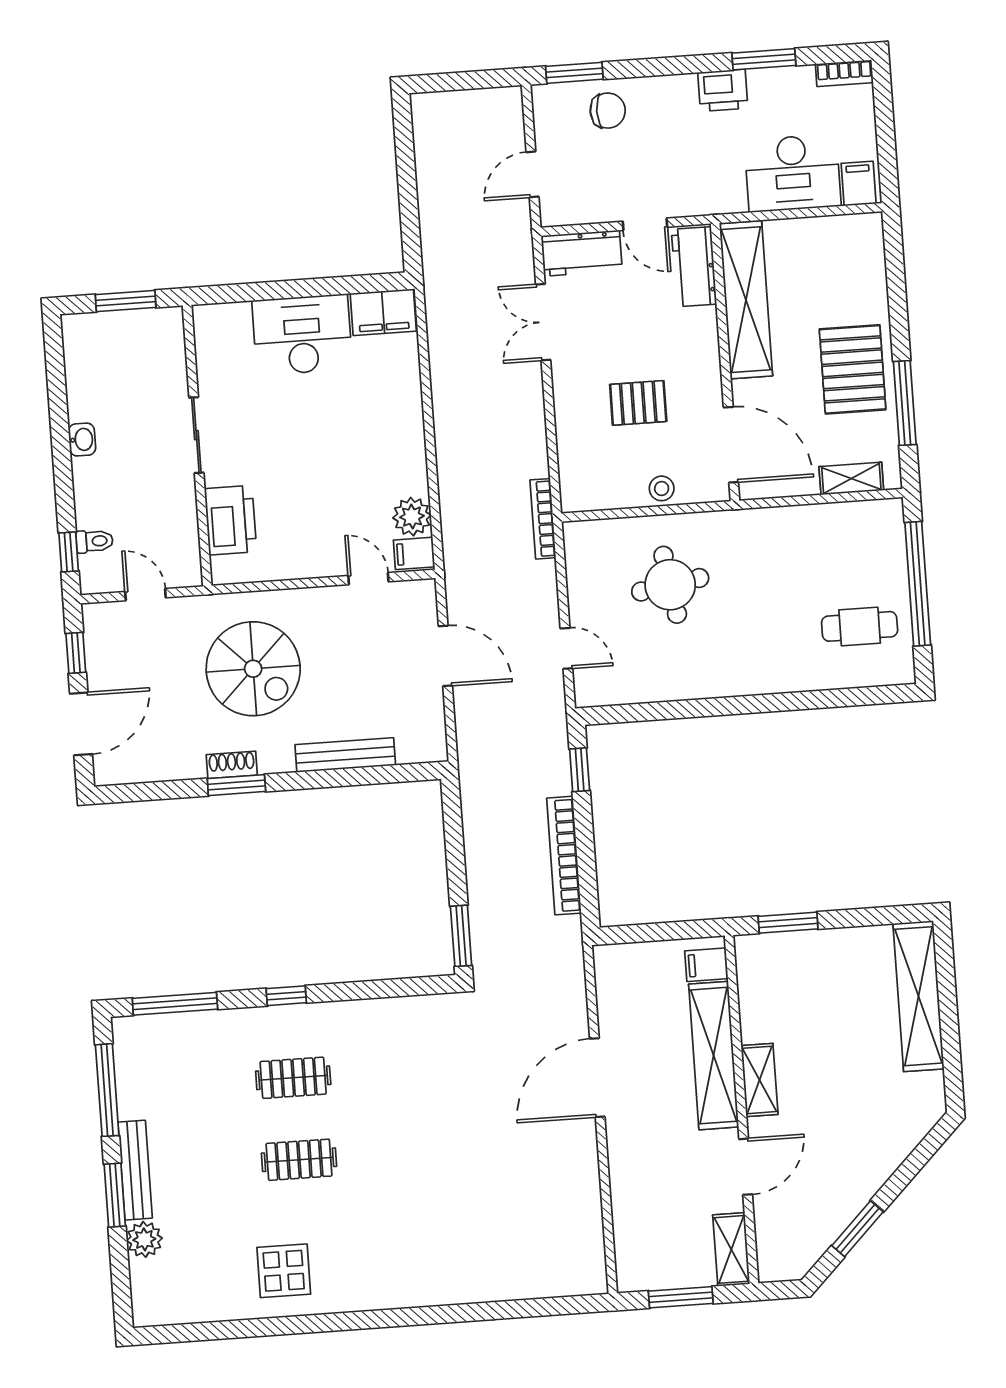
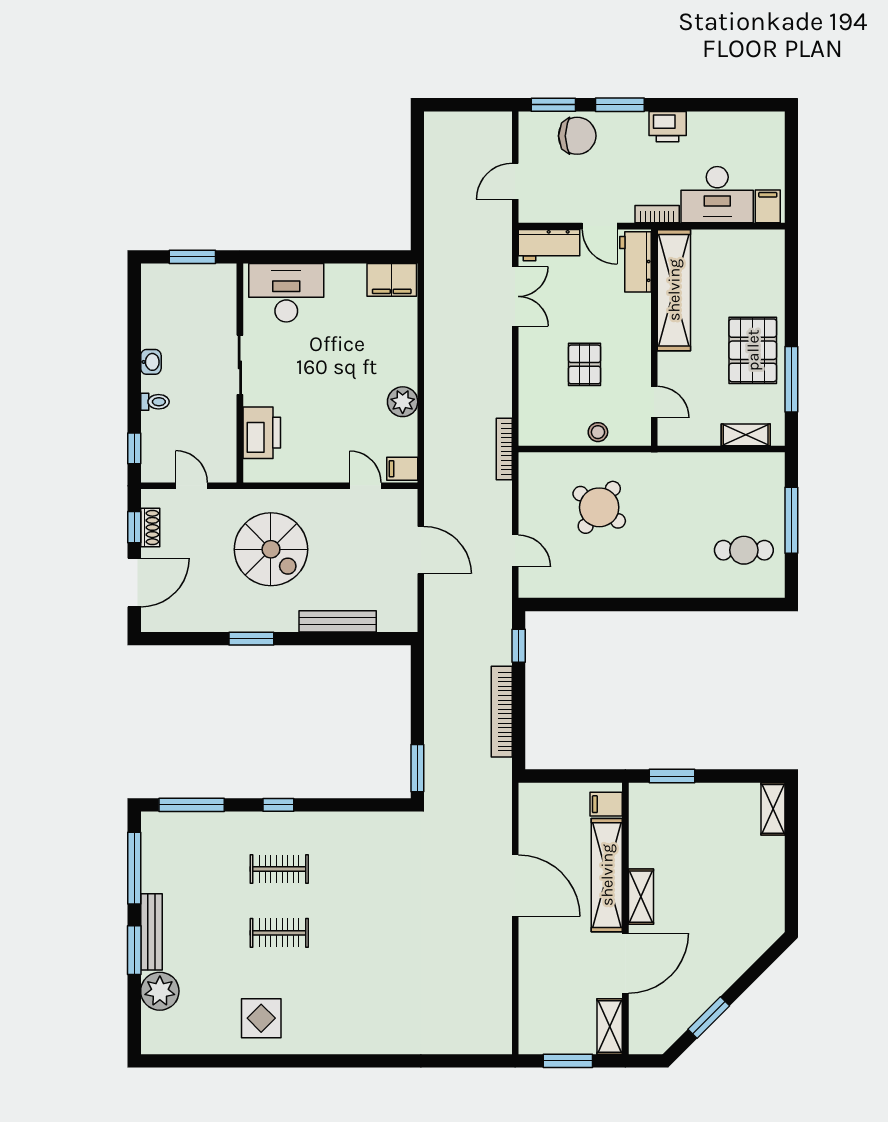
window: (764, 59) -> (620, 105), moved
bookcase: (844, 73) -> (657, 214), moved, turned 180
chair: (608, 111) -> (577, 136), width x1.37, depth x1.37
double door: (543, 322) -> (515, 296), swing flipped
desk: (302, 335) -> (286, 293), moved
pallet: (638, 403) -> (585, 364), turned 90
door: (731, 445) -> (654, 402), width x0.53
plant: (412, 517) -> (403, 402), moved
toilet: (95, 541) -> (155, 402), moved
window: (918, 584) -> (791, 520), width x0.68
round table: (670, 585) -> (599, 507), turned 45
shoe rack: (232, 765) -> (150, 527), moved, turned 90
shelving: (918, 996) -> (773, 809), width x0.45, depth x0.75
door: (597, 1078) -> (515, 886), swing flipped
door: (746, 1167) -> (625, 963), width x1.36
plant: (144, 1239) -> (160, 991), width x1.36, depth x1.36

